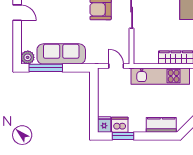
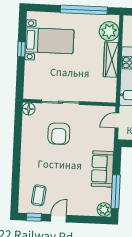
sofa: (61, 54) -> (102, 169), width x0.73

